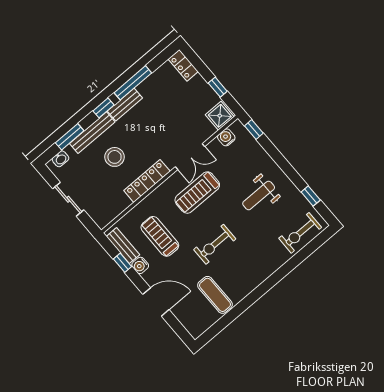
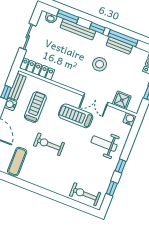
bench: (125, 105) -> (119, 45), moved
shower: (220, 116) -> (122, 100), moved
window: (254, 129) -> (121, 166), moved
water cooler: (226, 137) -> (130, 119), moved
stool: (115, 157) -> (100, 64), moved
locker: (147, 181) -> (37, 69), moved
weight bench: (259, 196) -> (104, 144), moved

